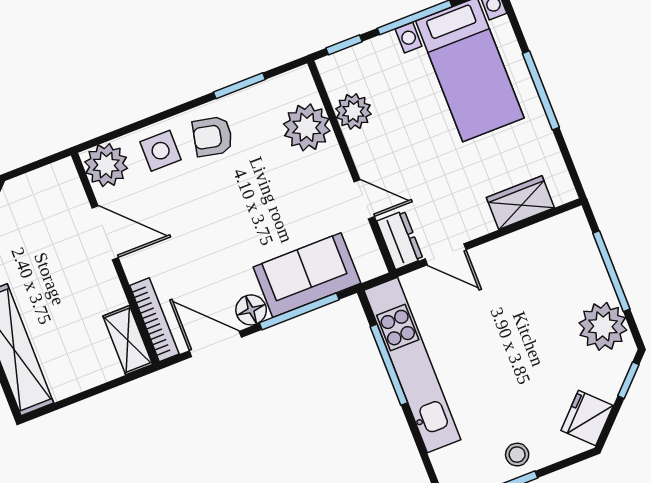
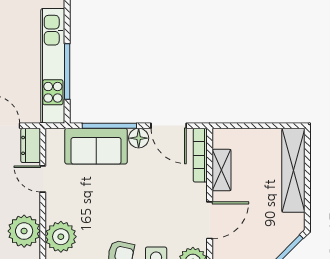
plant: (353, 111) -> (24, 231), width x1.36, depth x1.36
door: (105, 233) -> (210, 220), swing flipped
shelving: (128, 340) -> (222, 170), moved

